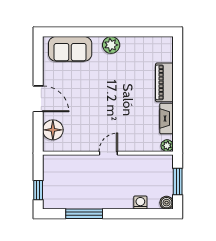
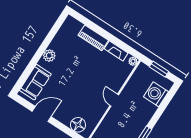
door: (38, 99) -> (42, 114), moved
washing machine: (140, 203) -> (156, 94), width x1.89, depth x1.89
boiler: (167, 203) -> (168, 84), removed

